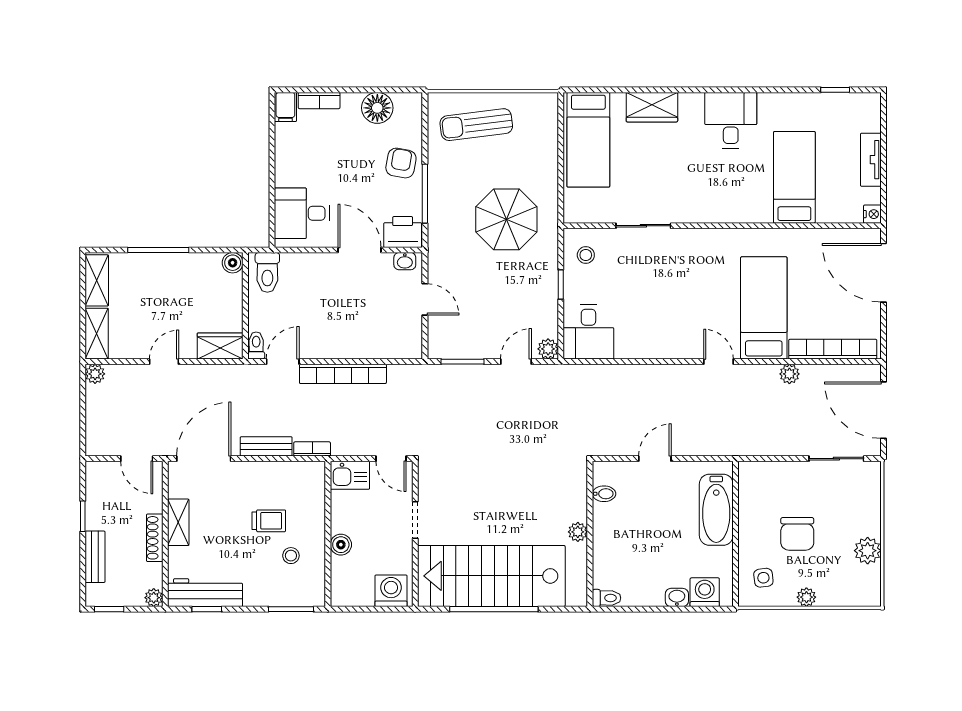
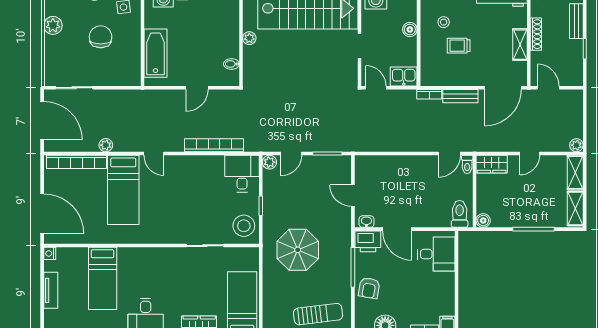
stool: (586, 255) -> (244, 226), width x1.89, depth x1.89
bookcase: (343, 374) -> (214, 145), moved

